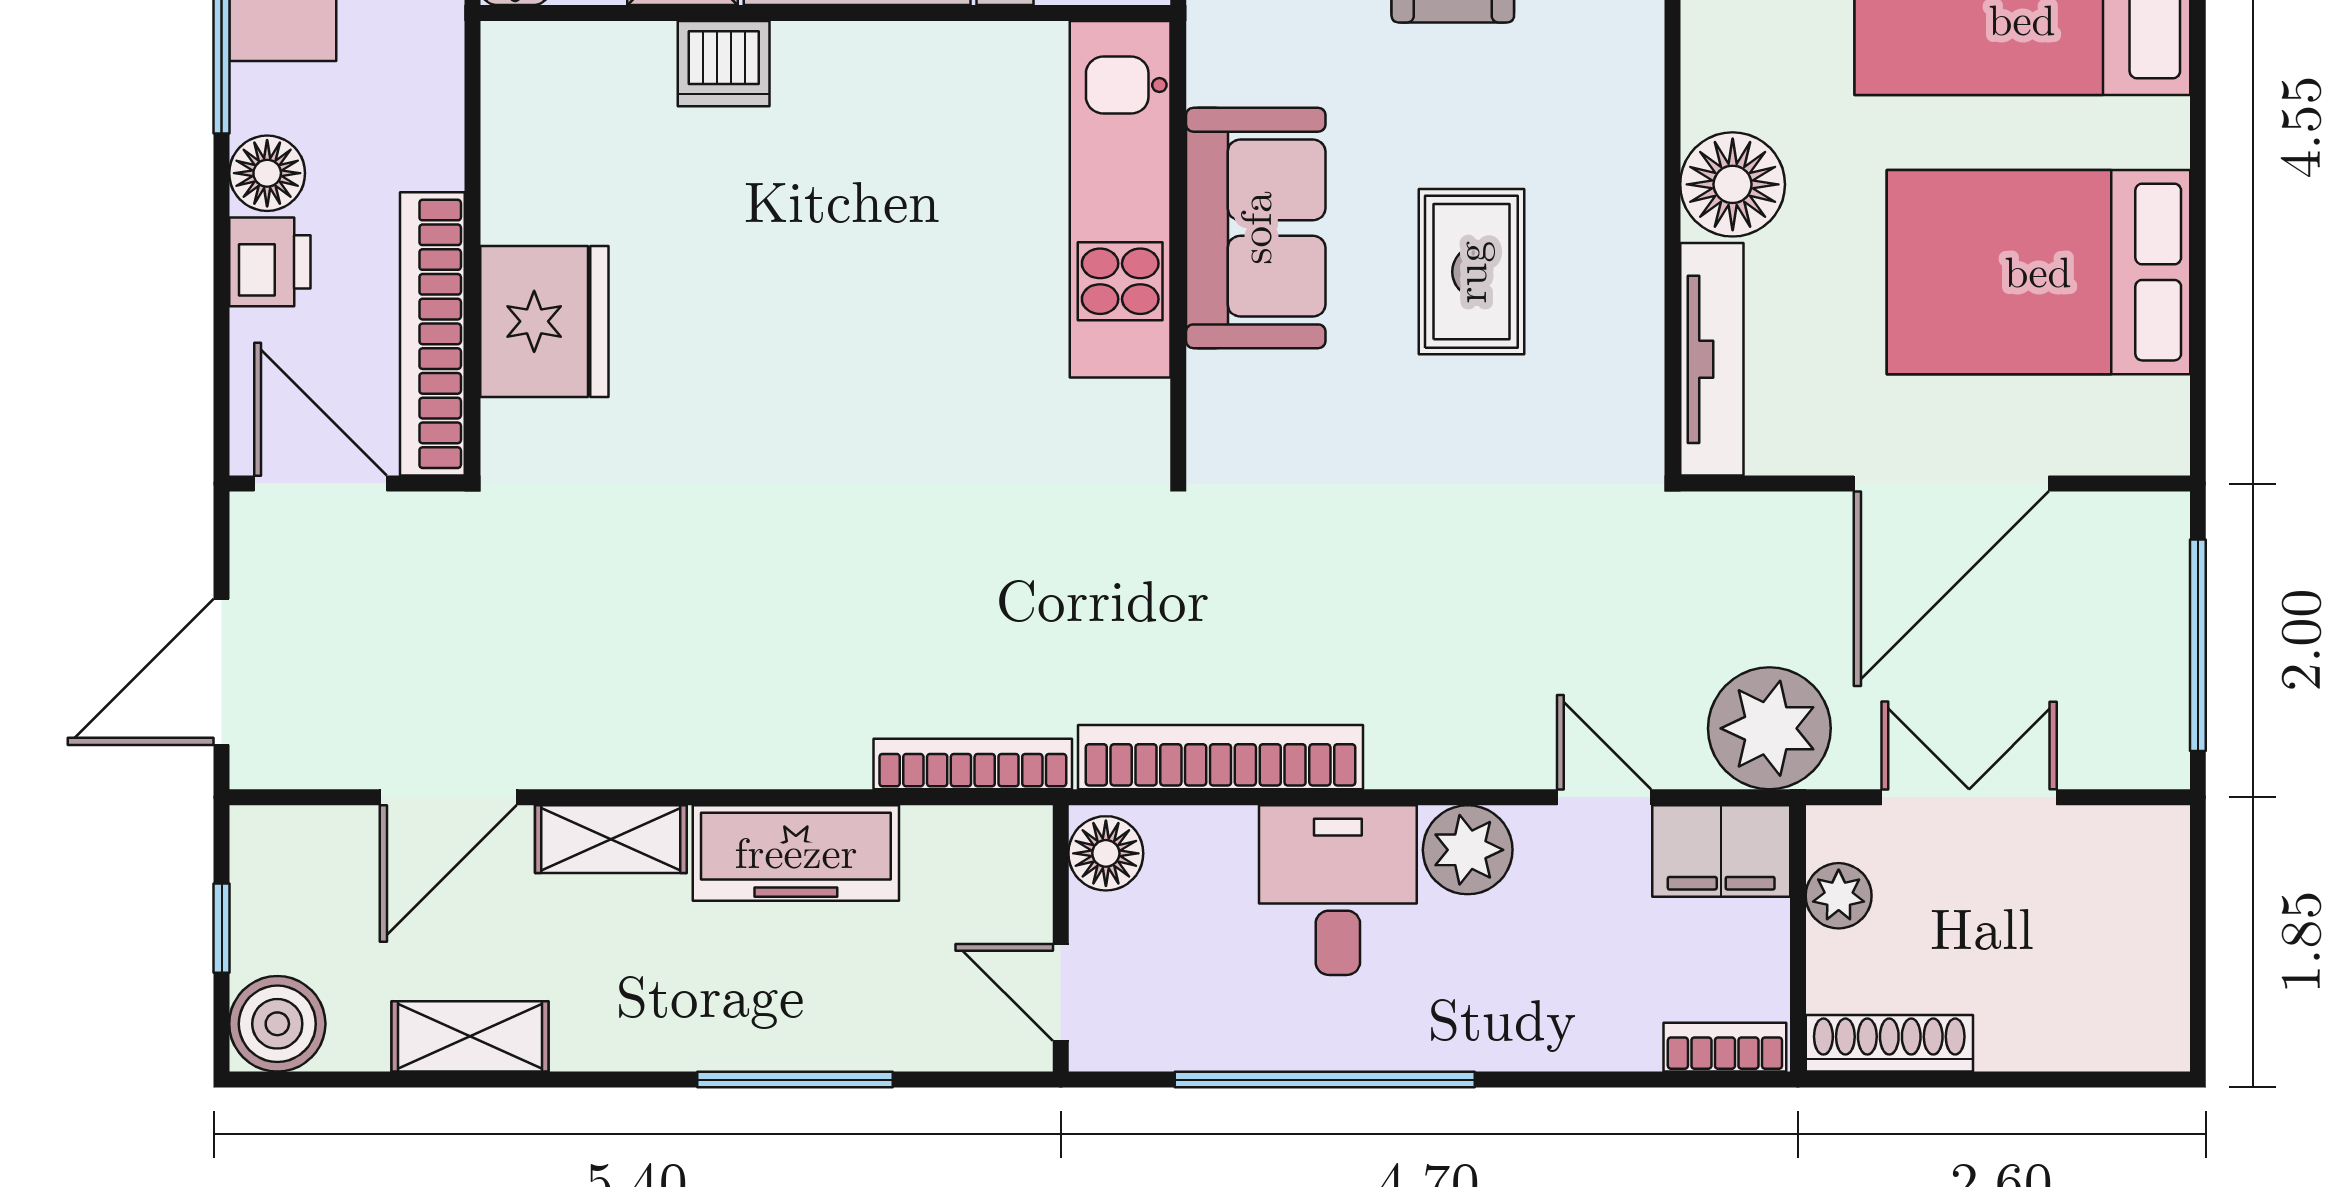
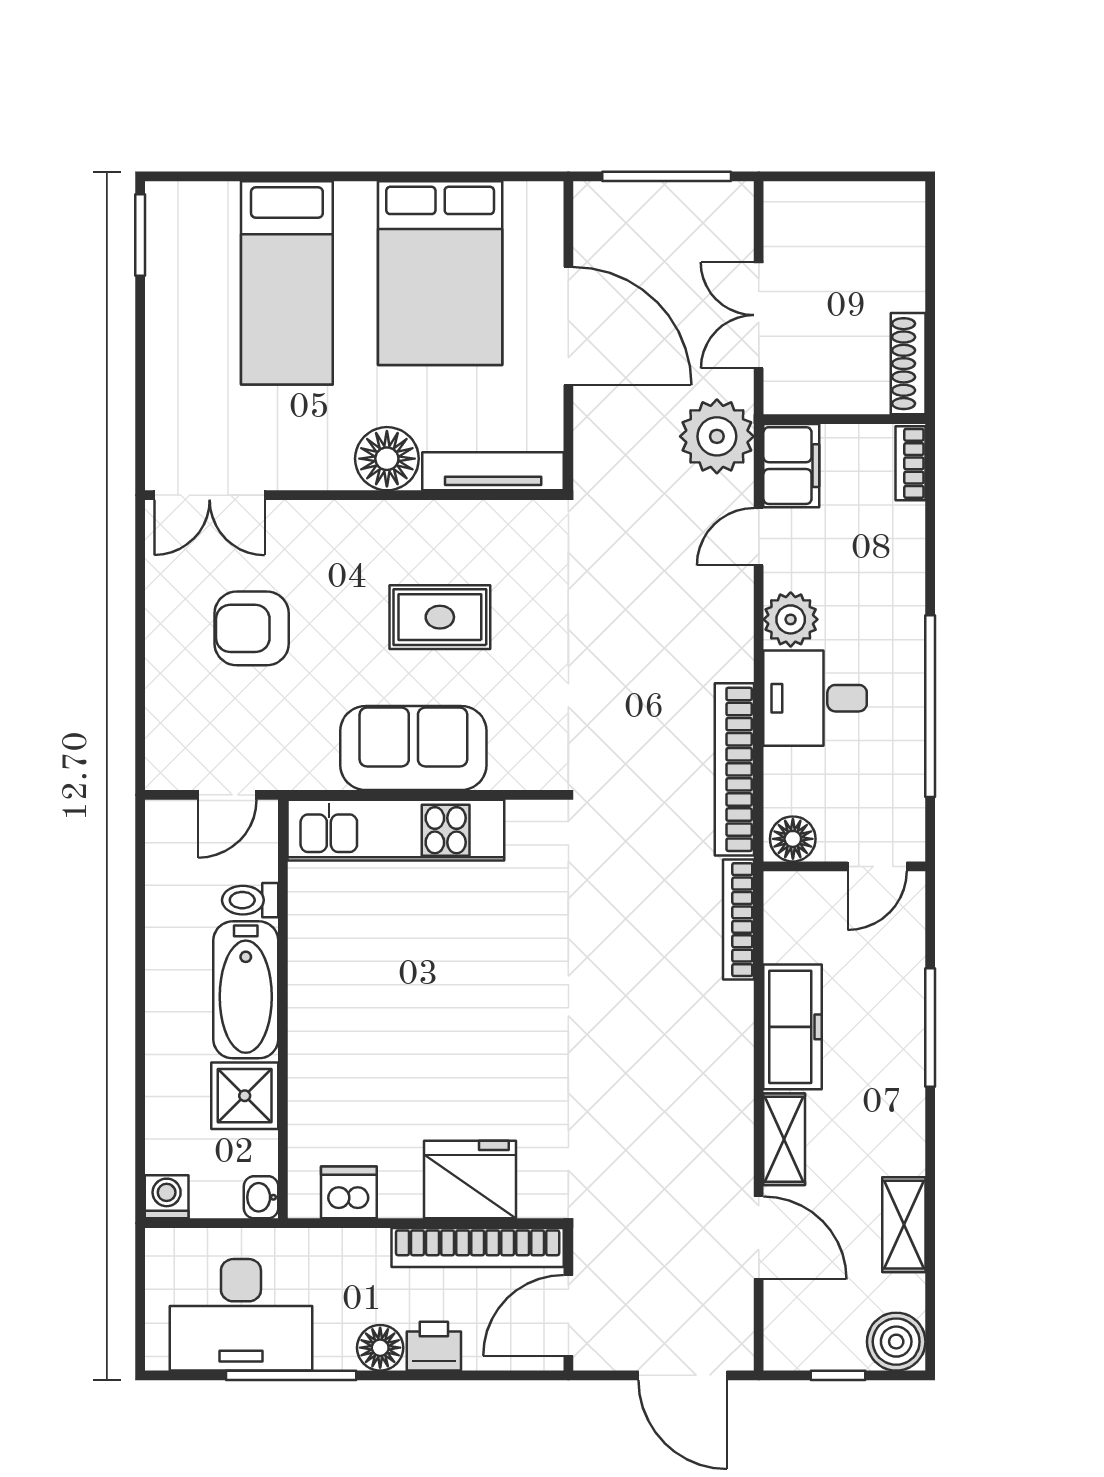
dishwasher: (724, 64) -> (349, 1192), moved, turned -90
plant: (1839, 896) -> (819, 394), removed

